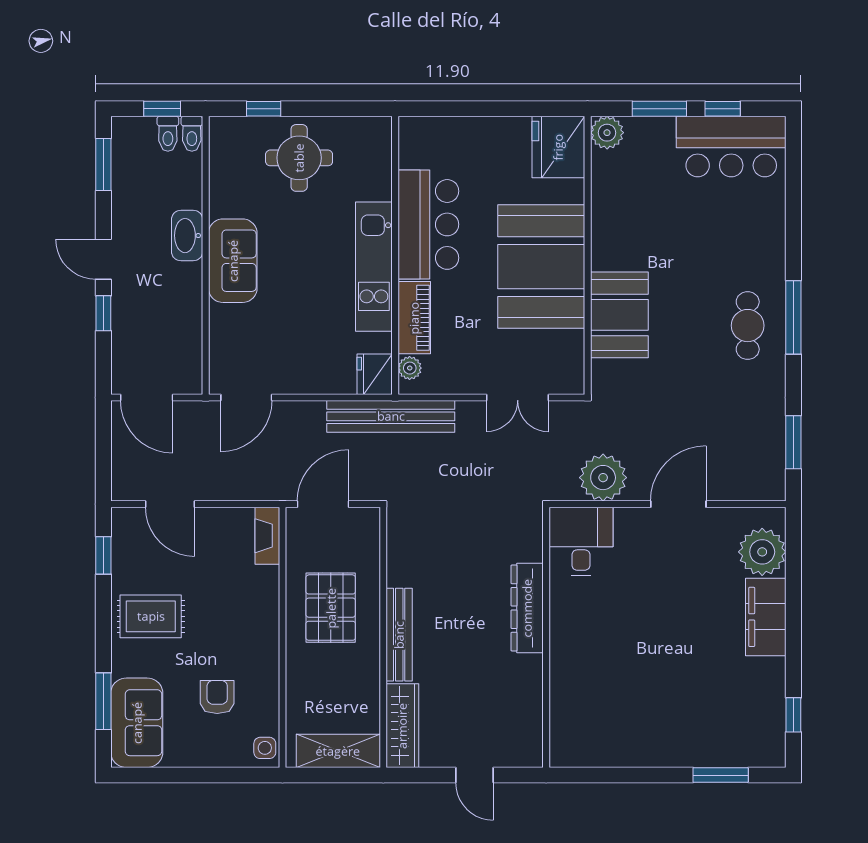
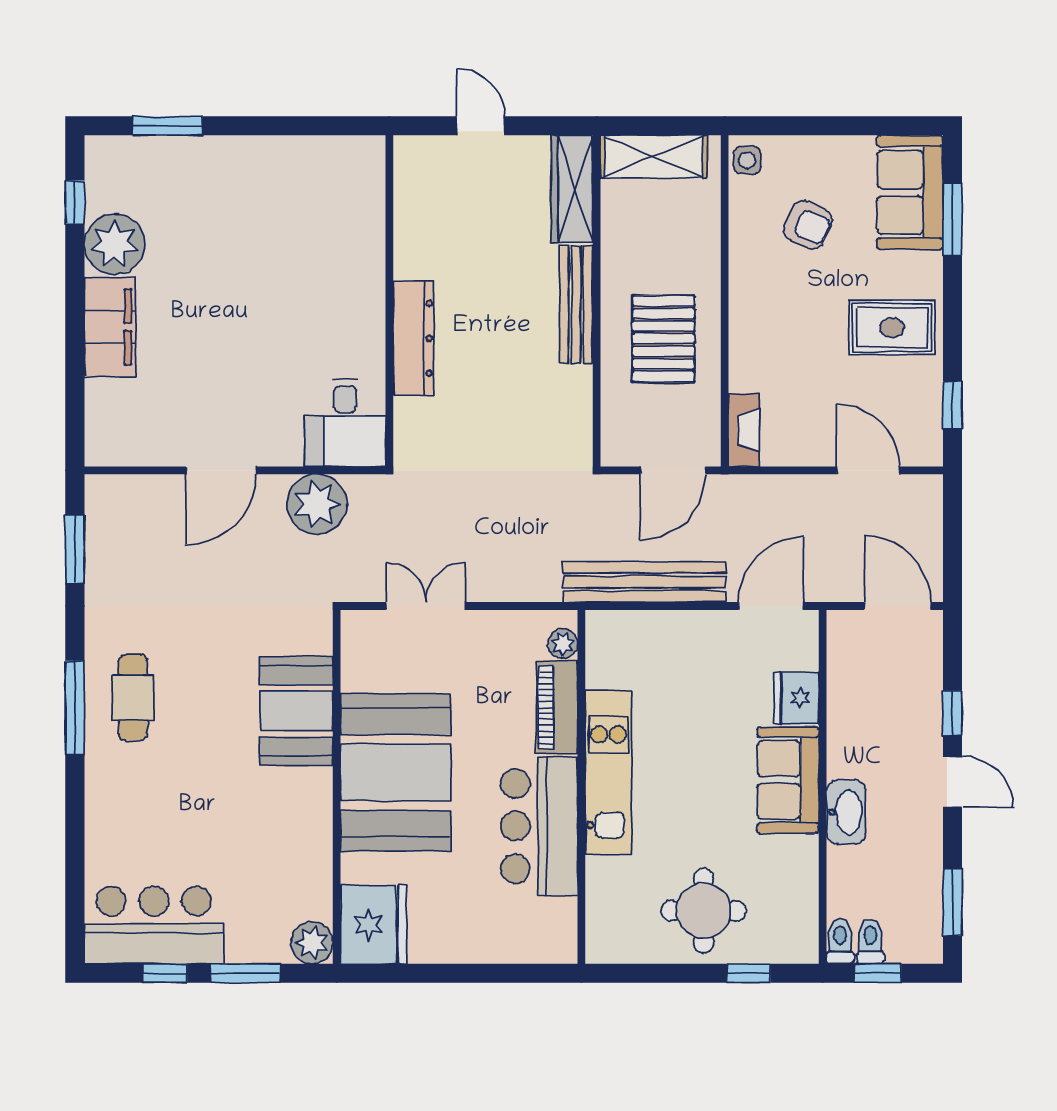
fridge: (375, 374) -> (797, 698), moved, turned 180
bench: (391, 416) -> (644, 582), moved
plant: (762, 552) -> (114, 244), moved
armchair: (217, 697) -> (808, 225), turned -66

